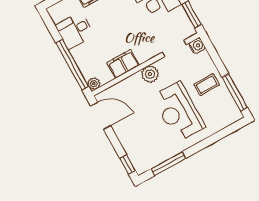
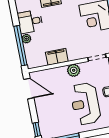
plant: (94, 84) -> (26, 39), moved

